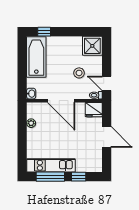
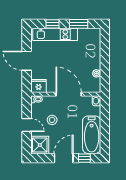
door: (67, 32) -> (64, 158), added
door: (107, 83) -> (27, 125), moved
kitchen unit: (51, 165) -> (55, 34), moved
window: (50, 177) -> (79, 24), width x0.69

